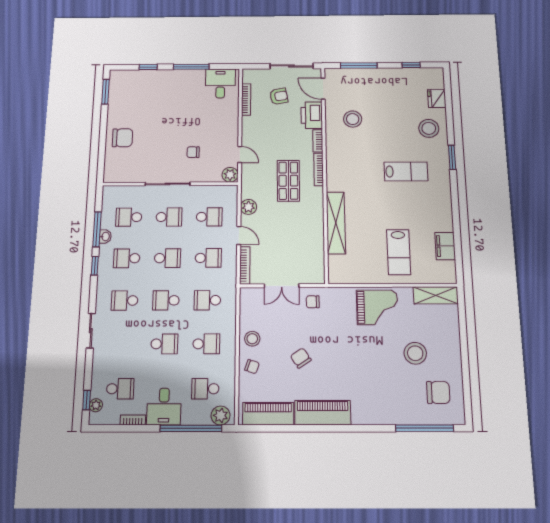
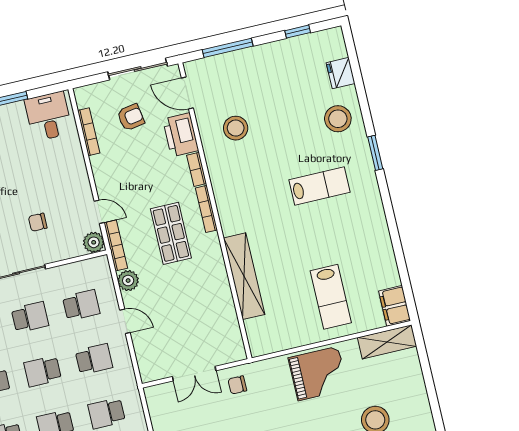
filing cabinet: (445, 246) -> (395, 306), moved
school desk: (167, 258) -> (43, 371), turned 180
bookcase: (245, 265) -> (116, 245), moved

